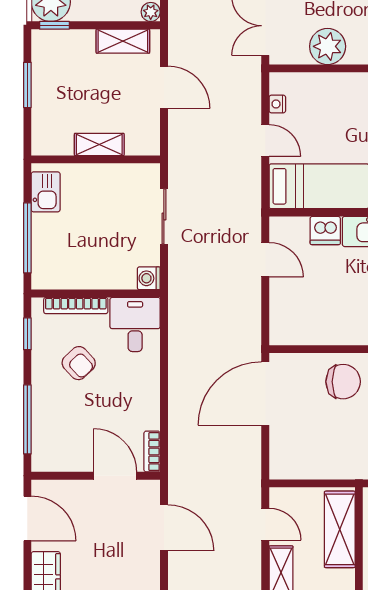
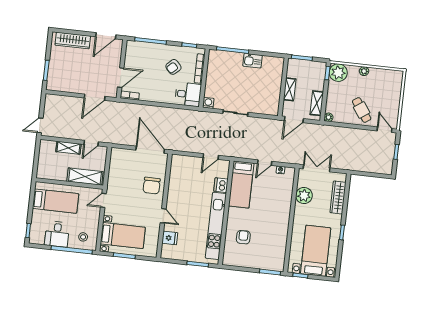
shelving: (99, 144) -> (290, 89), moved
wall: (96, 159) -> (283, 87), moved

